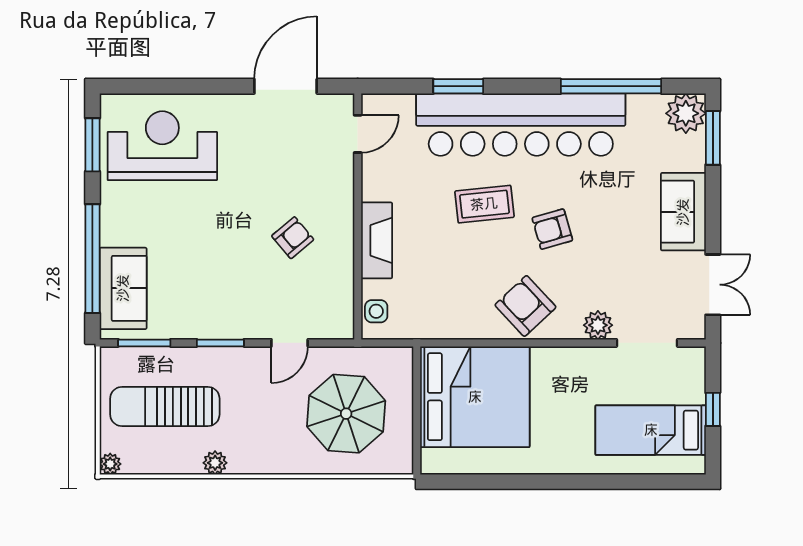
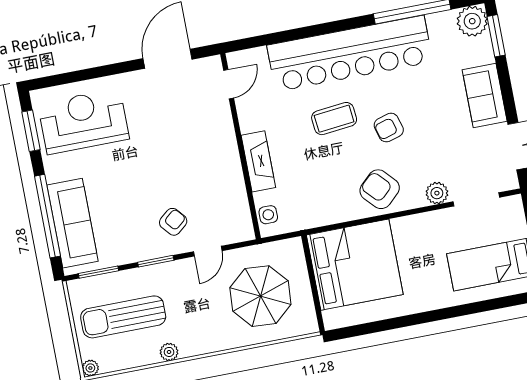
window: (458, 86) -> (297, 34), removed
armchair: (293, 238) -> (173, 222), moved
sofa: (123, 288) -> (73, 223), width x1.36

